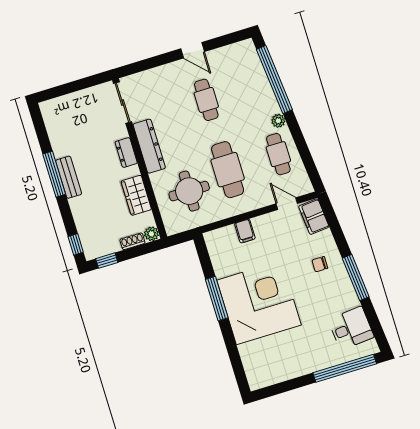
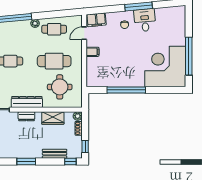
window: (54, 174) -> (26, 161), width x0.69
bench: (69, 177) -> (55, 154), moved
filing cabinet: (245, 231) -> (92, 52), moved
window: (217, 299) -> (126, 90), width x1.46
corner desk: (259, 303) -> (165, 66), moved
desk: (351, 328) -> (145, 20), moved
window: (345, 368) -> (189, 56), moved

